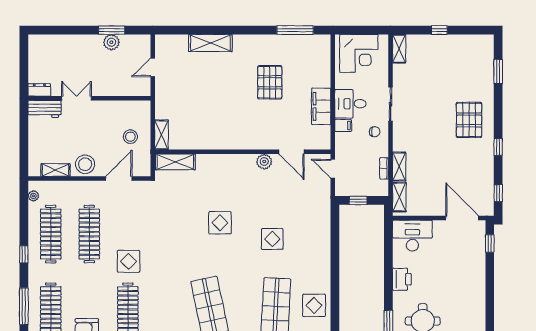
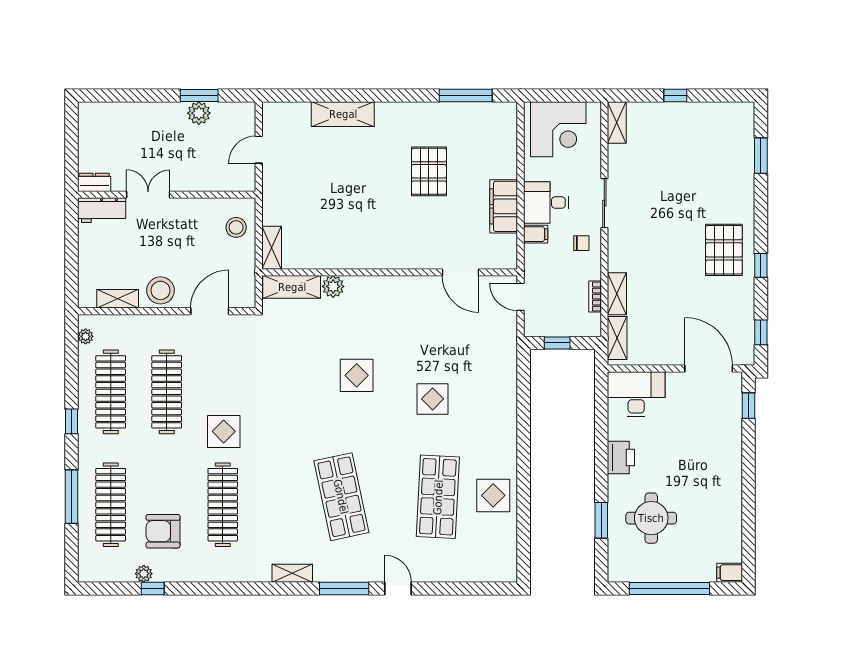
pallet: (469, 120) -> (724, 250), moved
stool: (130, 137) -> (236, 227), moved
plant: (264, 162) -> (333, 286), moved

